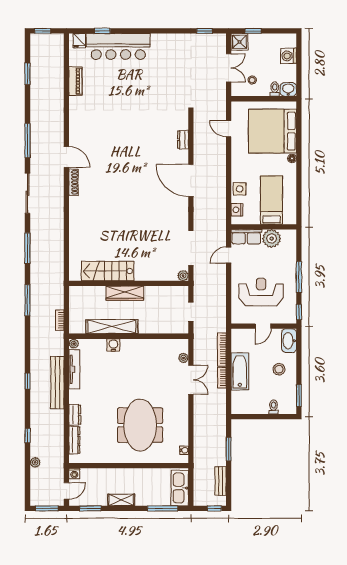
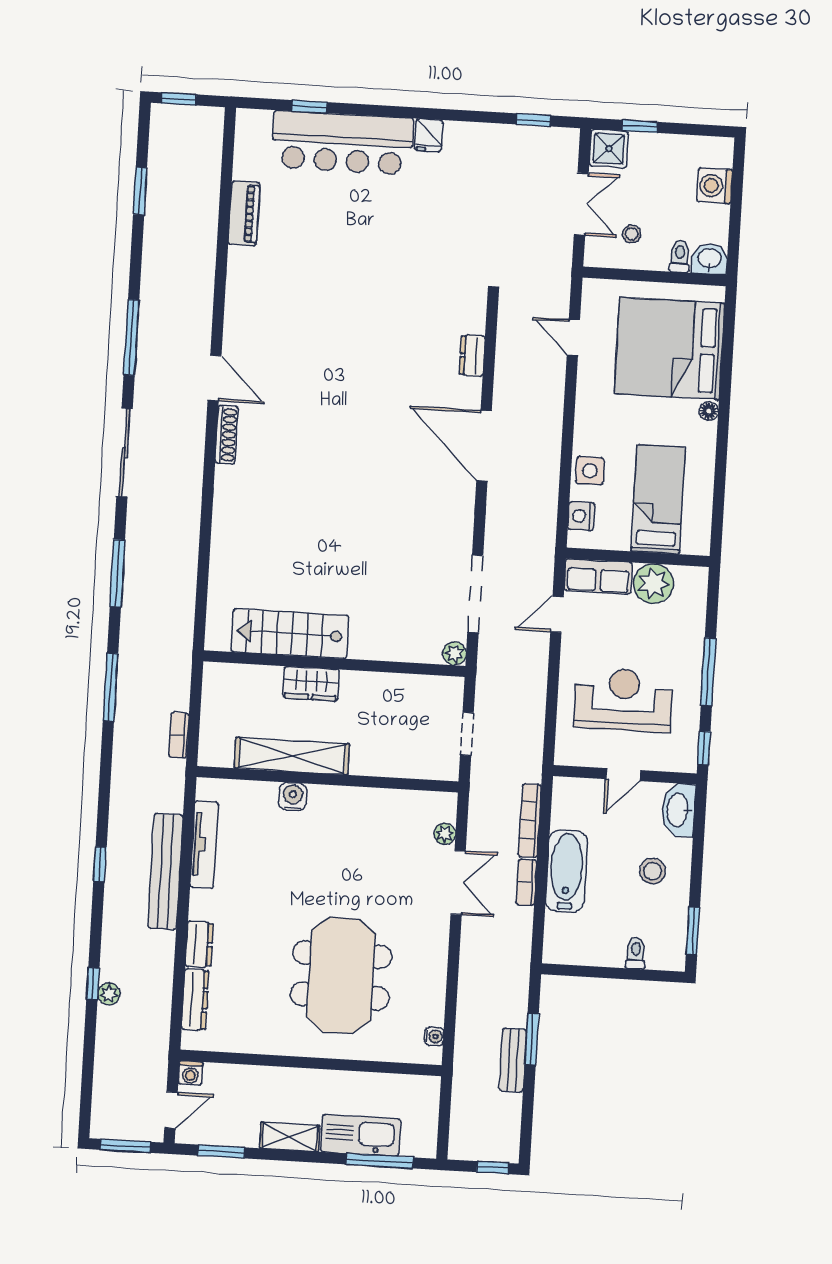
fridge: (79, 41) -> (429, 135), moved
wardrobe: (125, 293) -> (311, 684), width x0.67
plant: (74, 344) -> (206, 788), removed
plant: (35, 462) -> (109, 994), moved
bench: (221, 481) -> (513, 1060), moved
kitchen sink: (180, 488) -> (361, 1135), moved, turned 90

